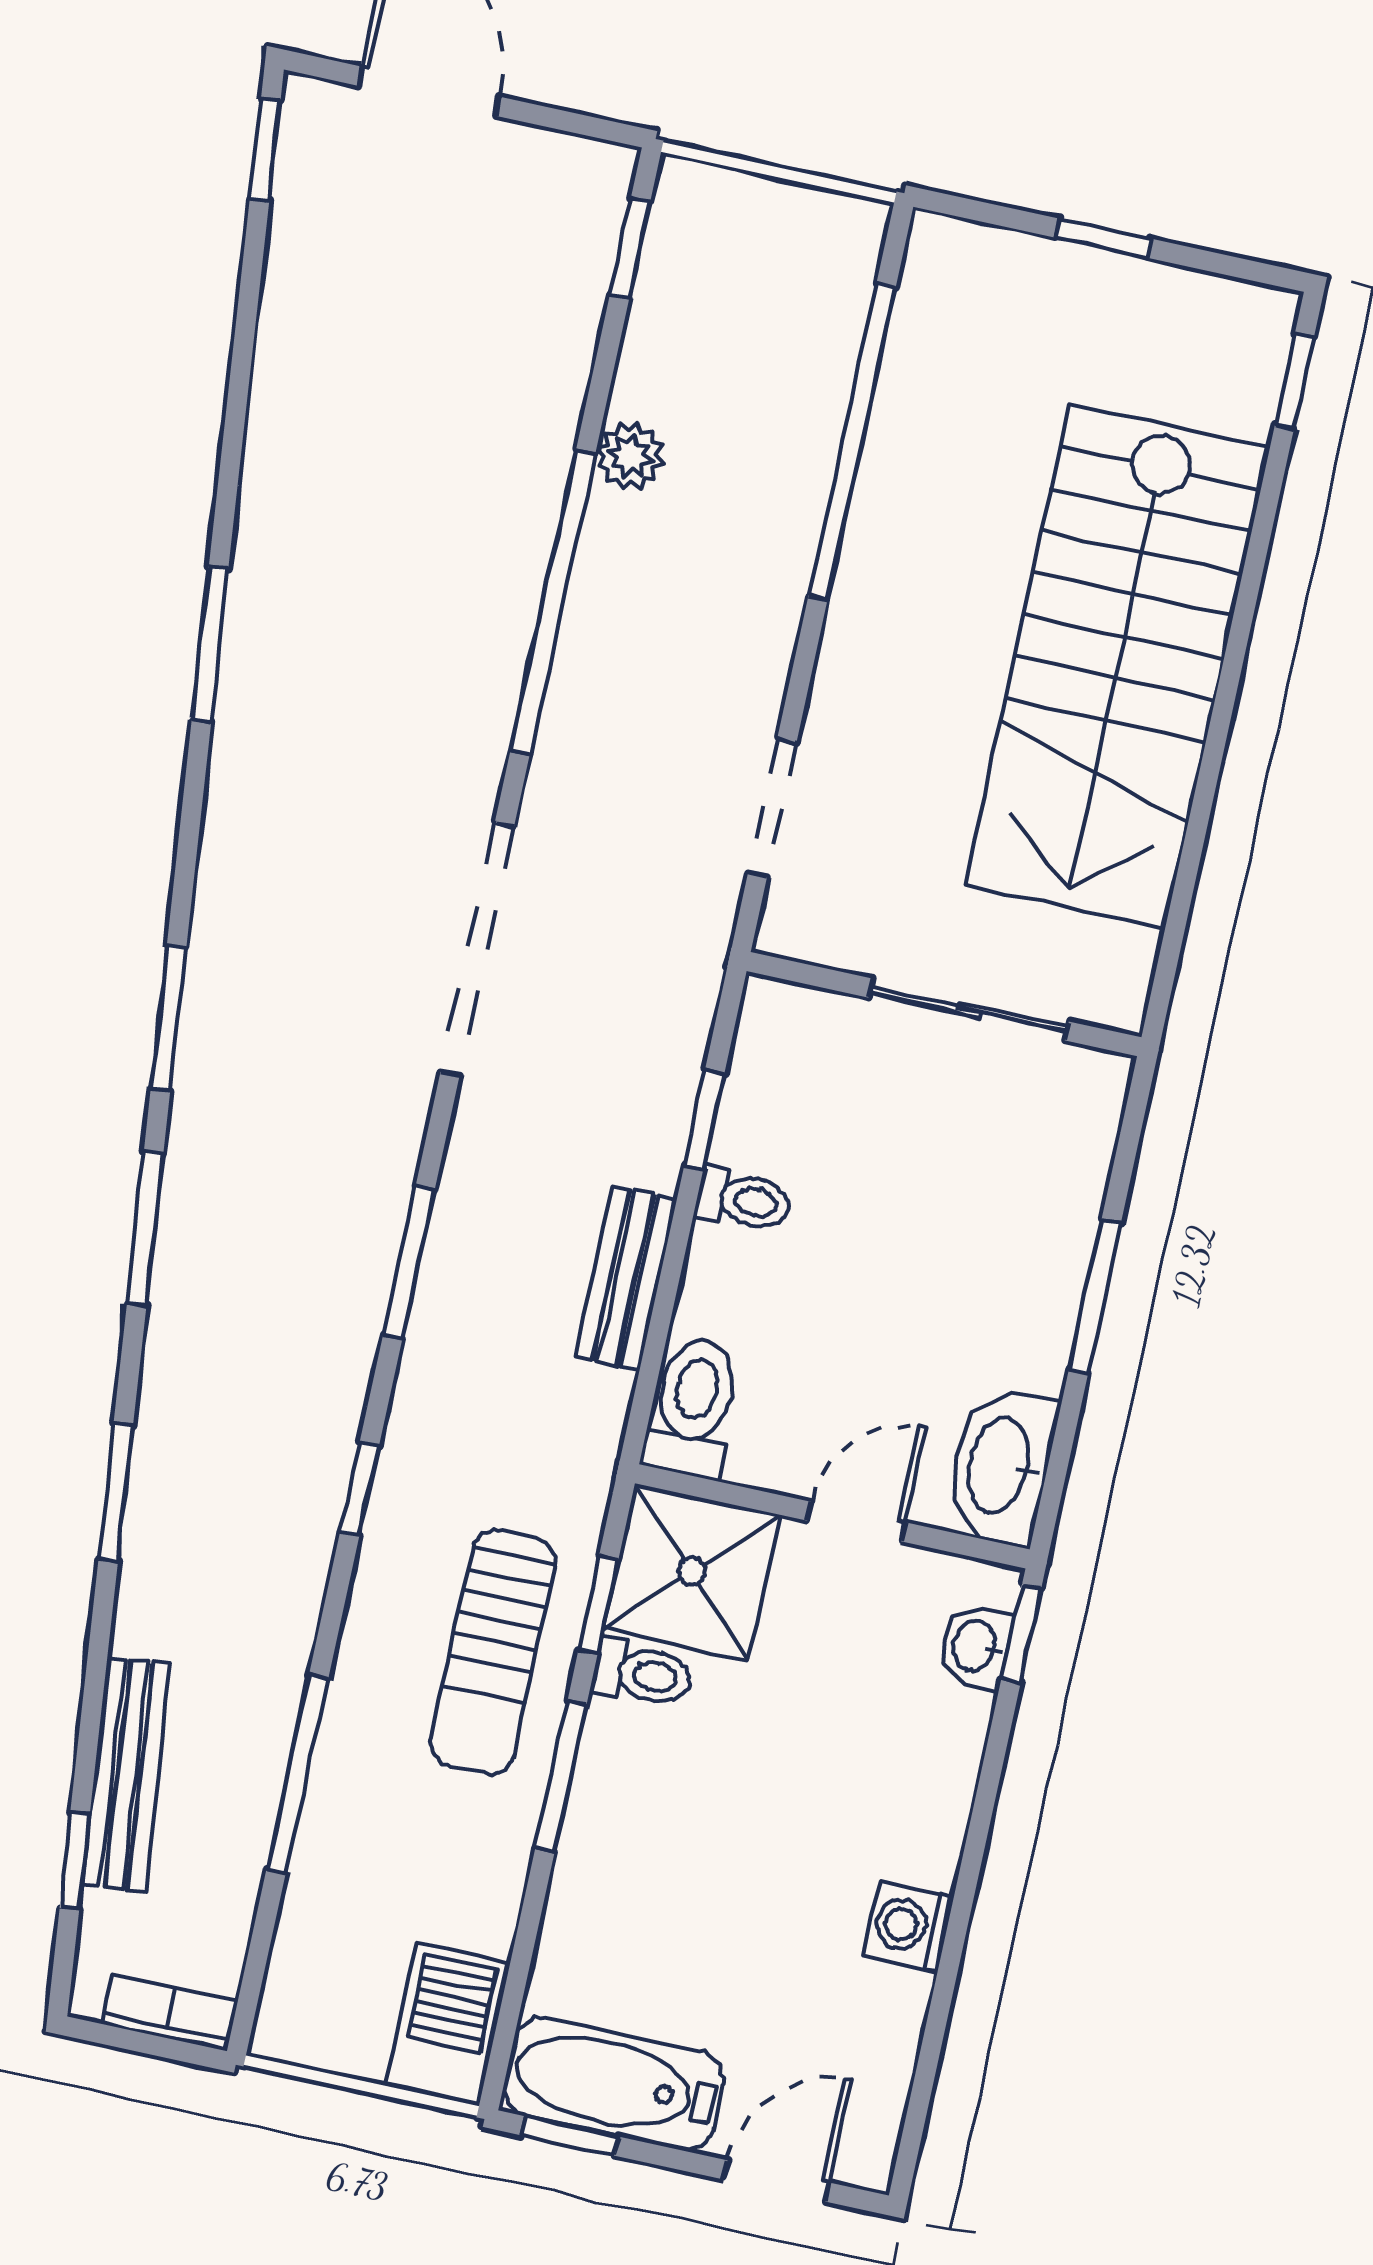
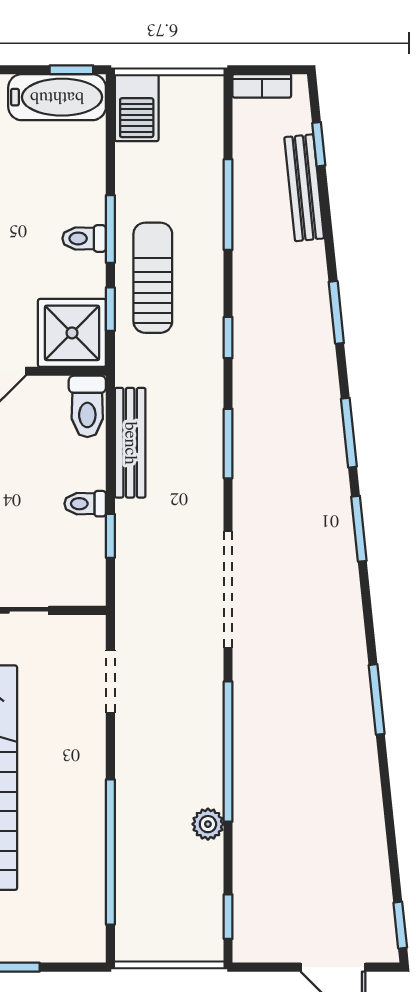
bench: (625, 1278) -> (130, 443), width x1.36
toilet: (642, 1674) -> (84, 238), moved

